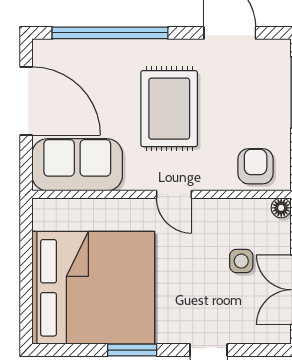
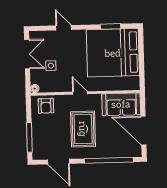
window: (132, 350) -> (110, 26), moved

